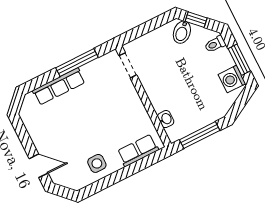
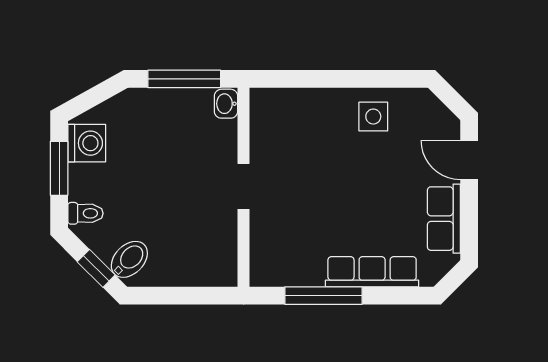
doorway: (128, 65) -> (244, 186), moved
washbasin: (166, 119) -> (226, 104), moved
row of seats: (138, 150) -> (444, 219), moved, turned 90

